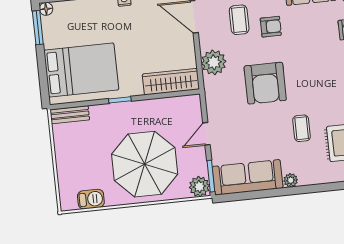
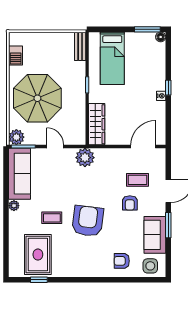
plant: (214, 62) -> (85, 158), moved
bed: (81, 70) -> (112, 58), width x0.67
armchair: (265, 83) -> (88, 221), moved, turned 97

